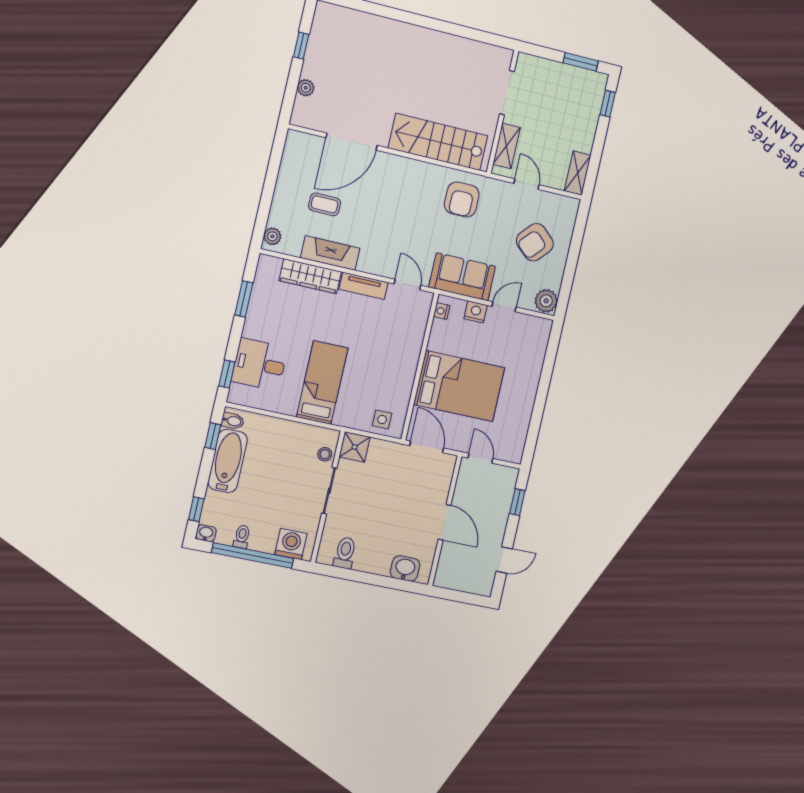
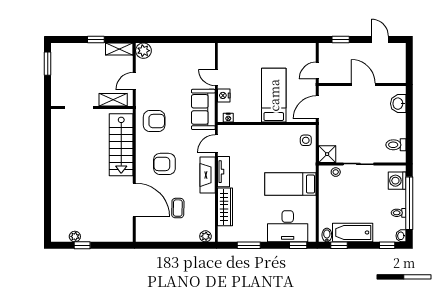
plant: (306, 88) -> (75, 236), moved
window: (608, 104) -> (96, 40), moved
armchair: (535, 242) -> (164, 164), moved, turned 138
fireplace: (330, 253) -> (208, 175), moved
plant: (546, 301) -> (143, 51), moved
desk: (259, 364) -> (288, 226), width x1.37
bed: (459, 386) -> (274, 95), width x0.67
door: (445, 522) -> (363, 85), hinge flipped

